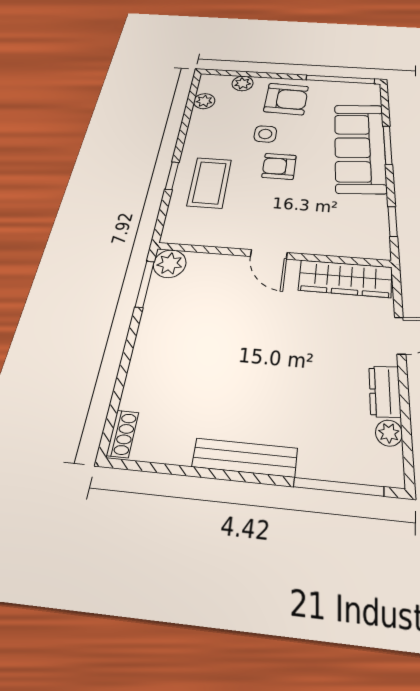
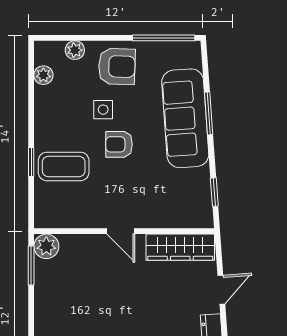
coffee table: (209, 183) -> (64, 166), turned 90

